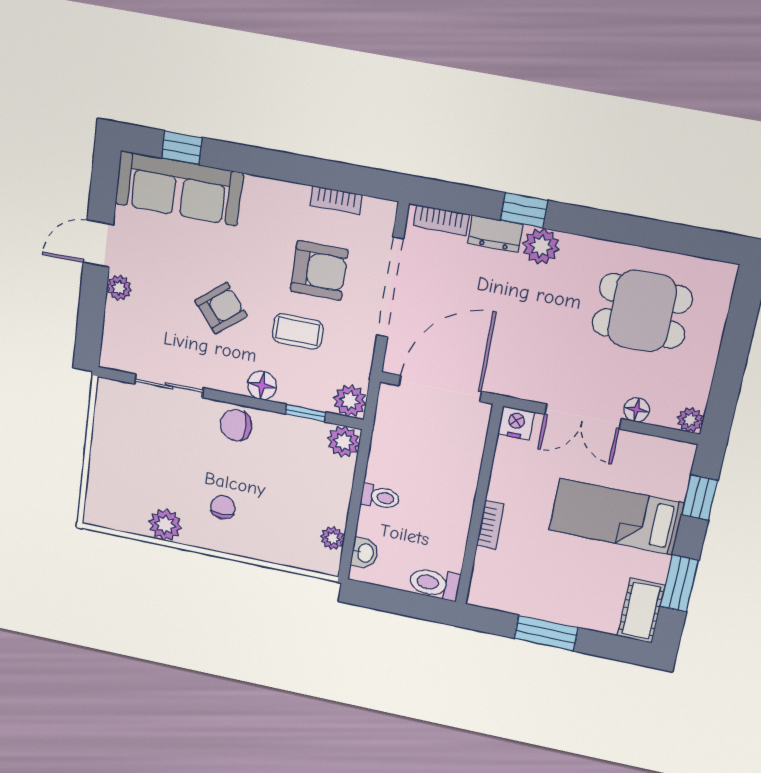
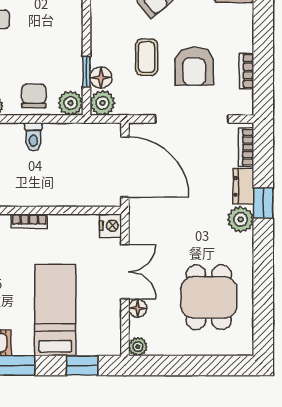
floor lamp: (262, 385) -> (101, 78), moved
double door: (583, 416) -> (125, 272), swing flipped
chair: (236, 425) -> (34, 96), moved

